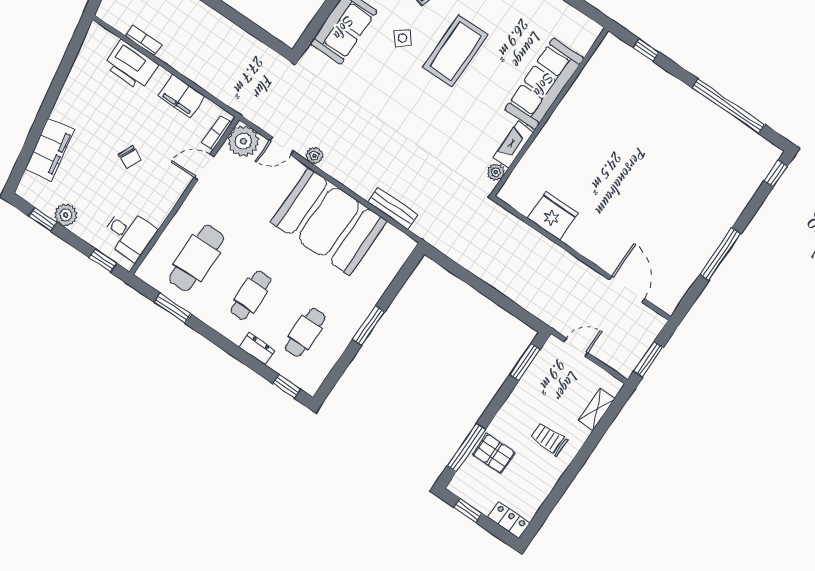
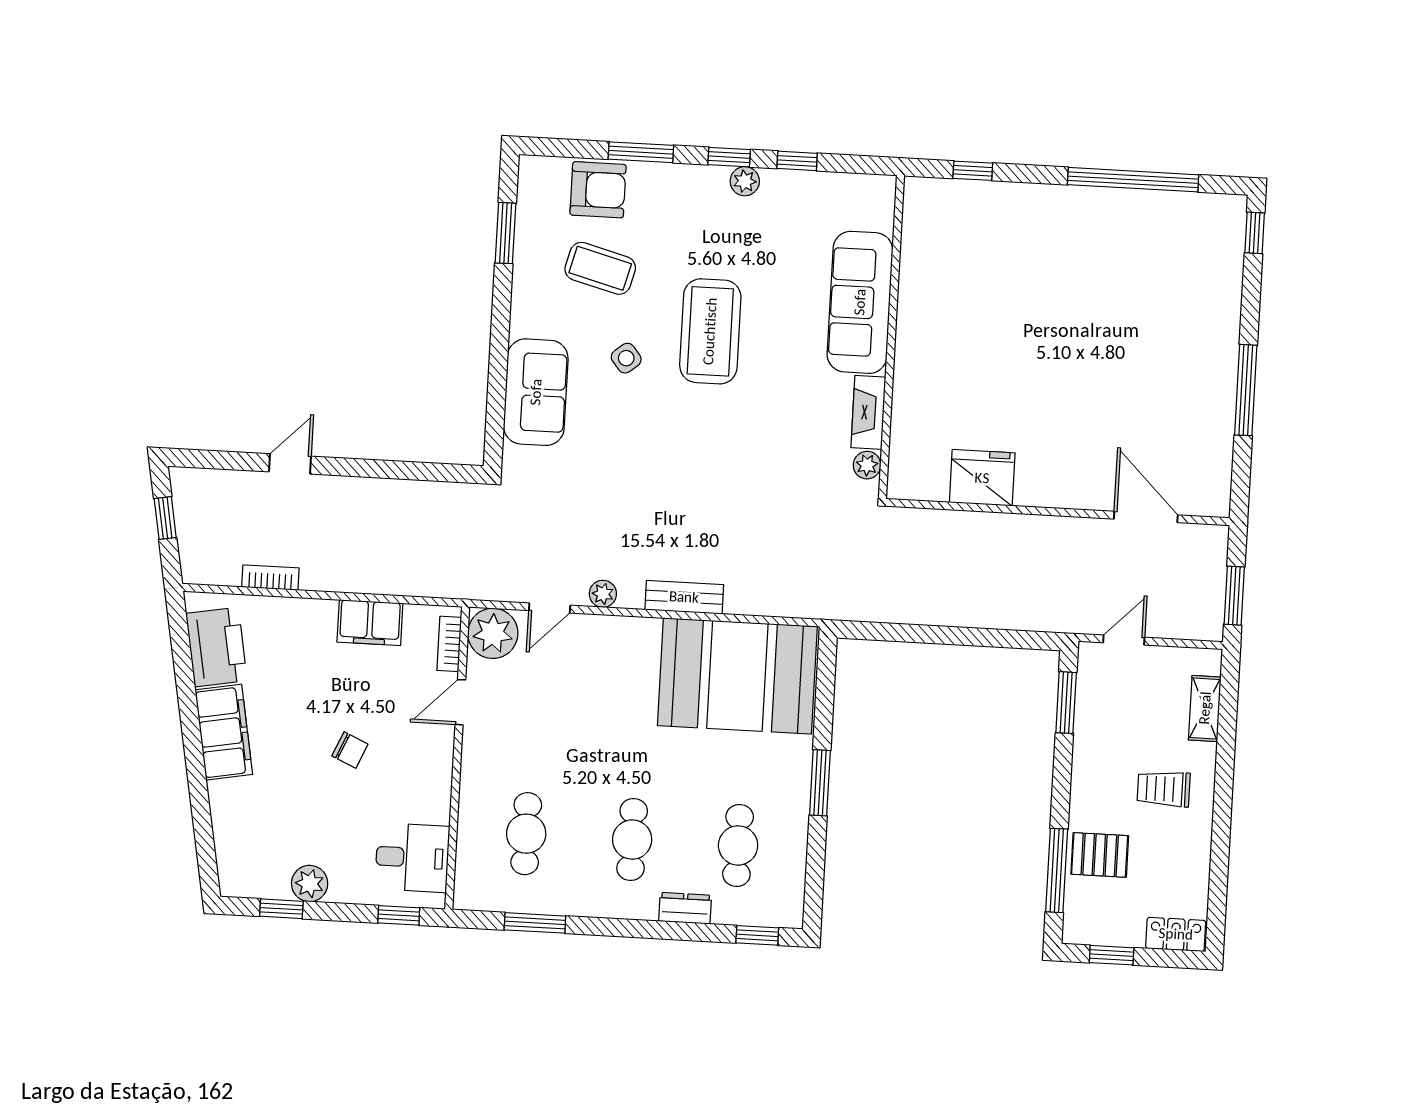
printer: (131, 65) -> (216, 647), moved, turned -100
filing cabinet: (50, 149) -> (224, 732), moved
bench: (393, 208) -> (684, 597), moved
booth: (329, 222) -> (737, 676), moved
cafe table: (197, 258) -> (526, 834), width x0.73, depth x0.74

